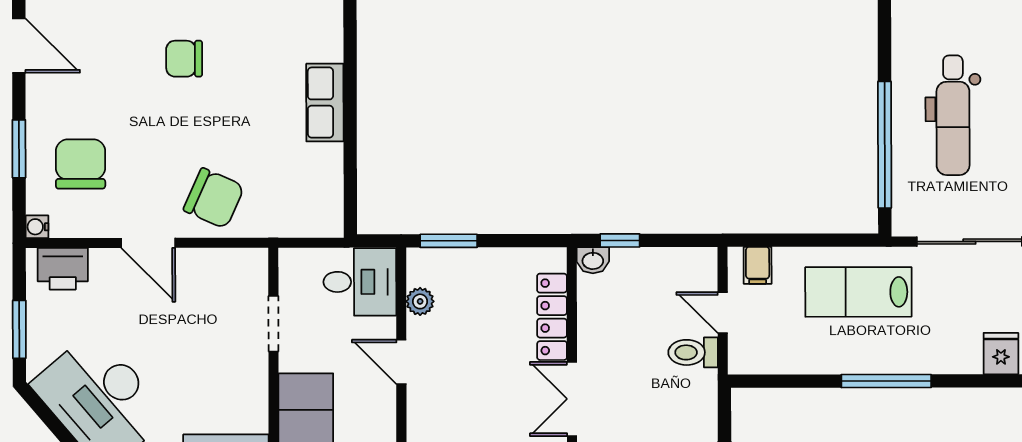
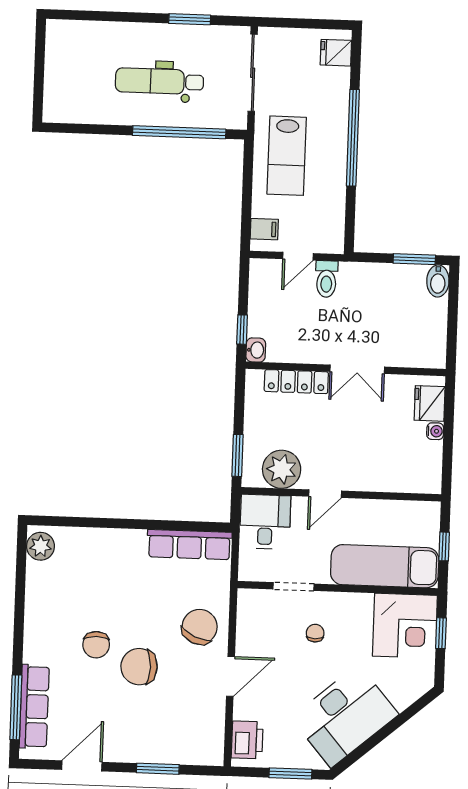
row of seats: (325, 103) -> (189, 545), moved, width x1.48
dental chair: (953, 115) -> (159, 81), turned 180
chair: (81, 164) -> (139, 667), moved
water cooler: (37, 227) -> (216, 758), removed
plant: (420, 301) -> (282, 469), width x1.87, depth x1.87
chair: (211, 356) -> (315, 633), added
window: (886, 381) -> (353, 138), width x1.46

